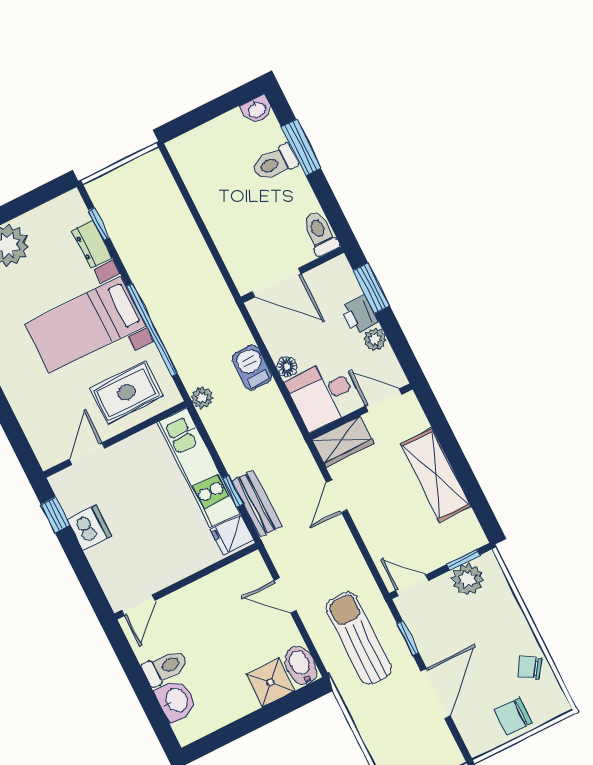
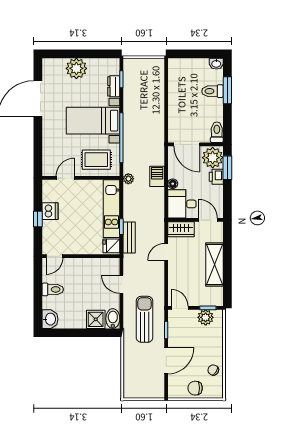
plant: (375, 339) -> (213, 158), moved, width x1.87, depth x1.87
window: (55, 515) -> (38, 219), moved
washbasin: (176, 701) -> (50, 319), moved

